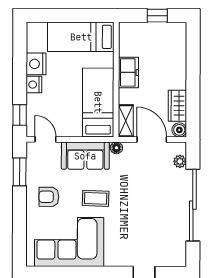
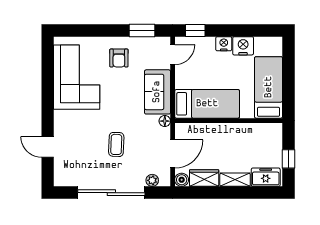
freezer: (129, 72) -> (266, 177), moved, turned 180
shelving: (126, 121) -> (235, 180), moved
armchair: (49, 197) -> (119, 58), turned 180
coffee table: (96, 198) -> (116, 144), moved

